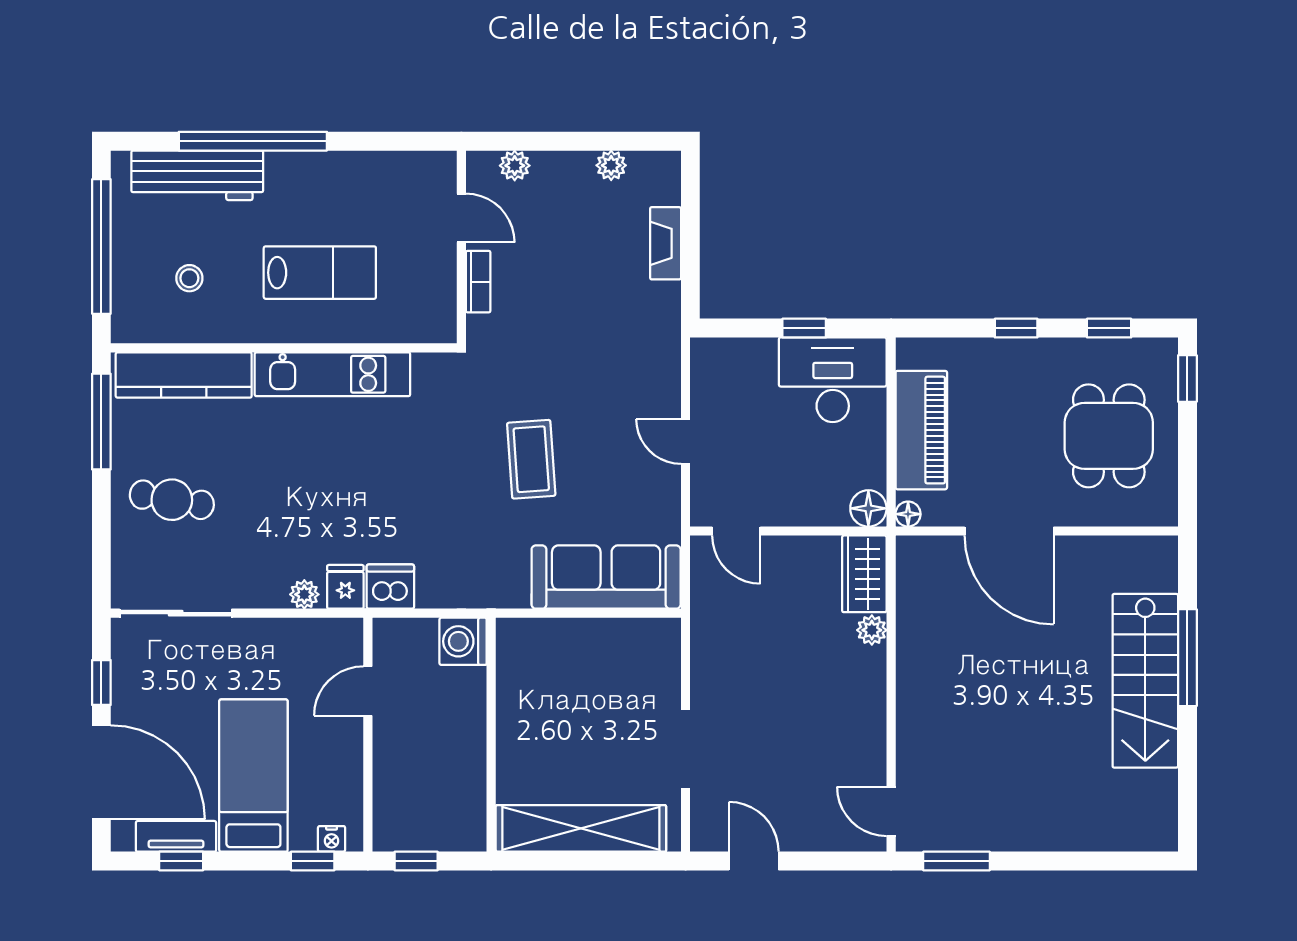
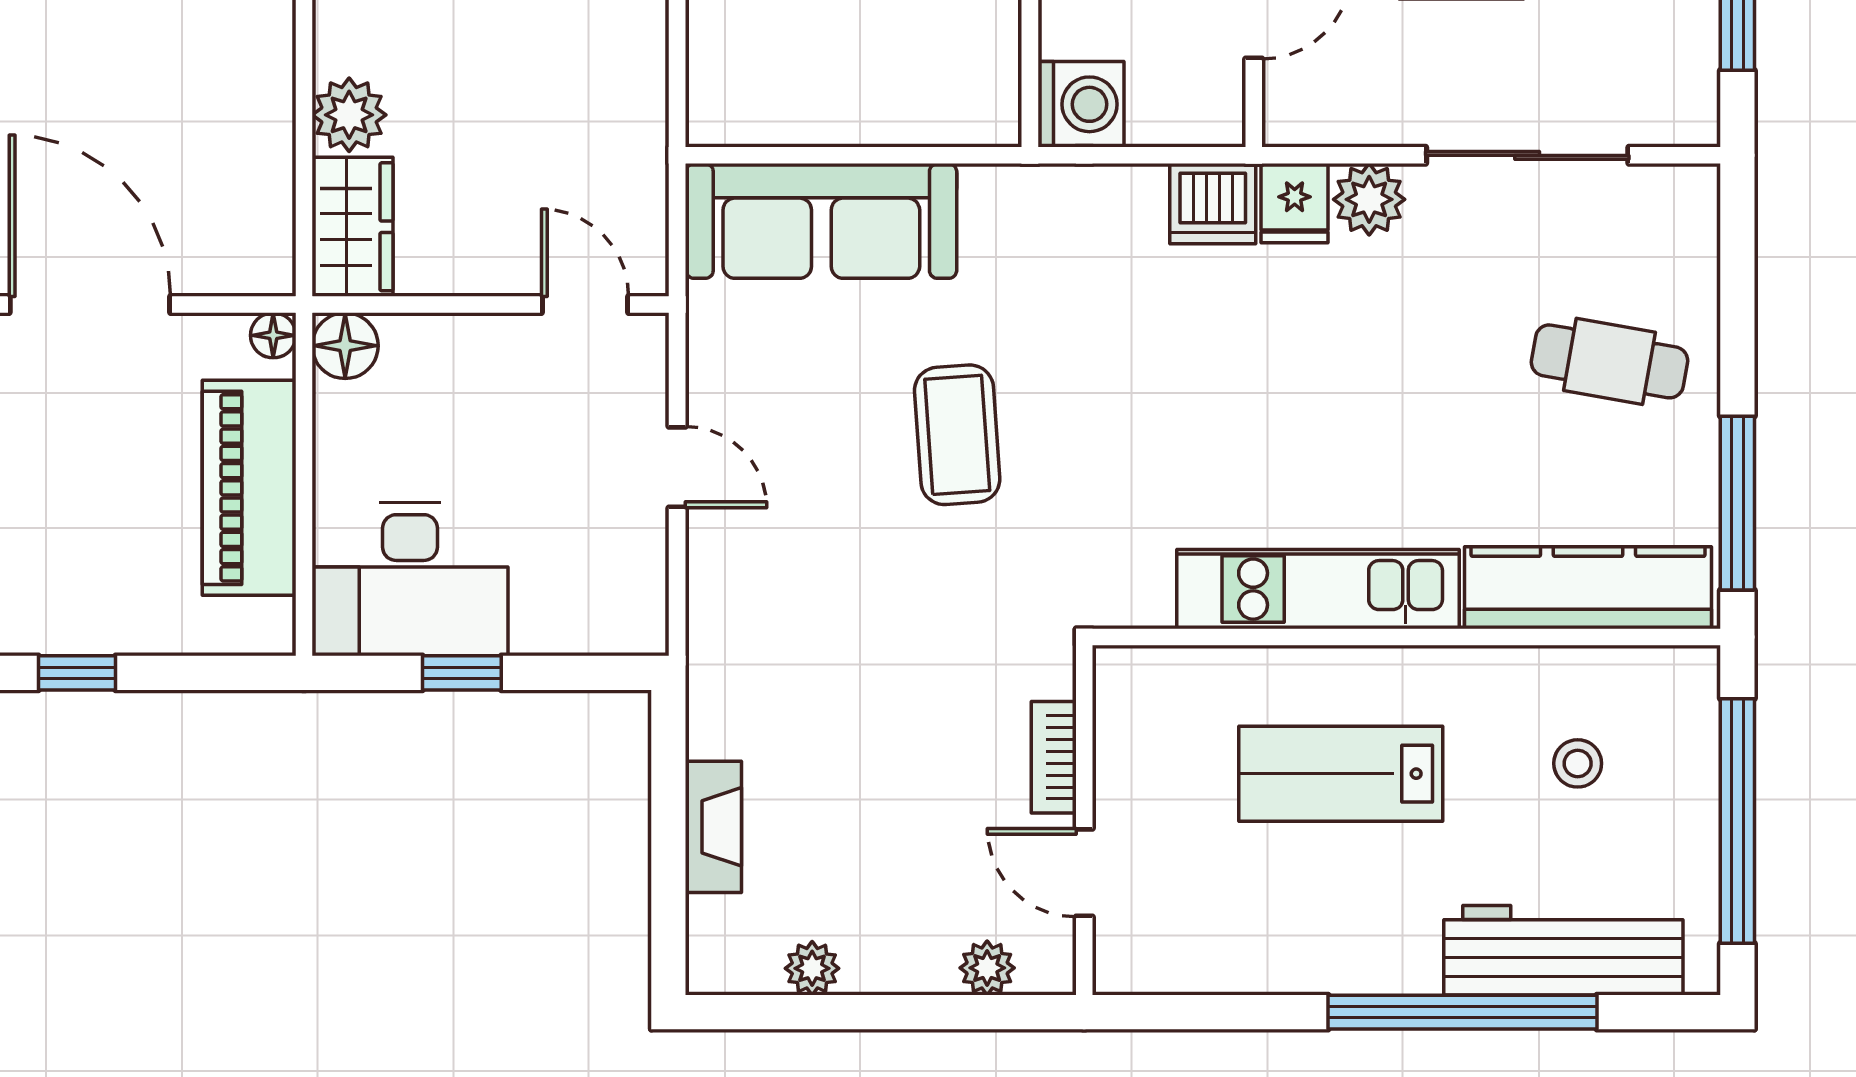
plant: (304, 594) -> (1369, 199), width x1.38, depth x1.38
sliding door: (176, 613) -> (1527, 155), moved
plant: (872, 630) -> (349, 115), width x1.38, depth x1.38

